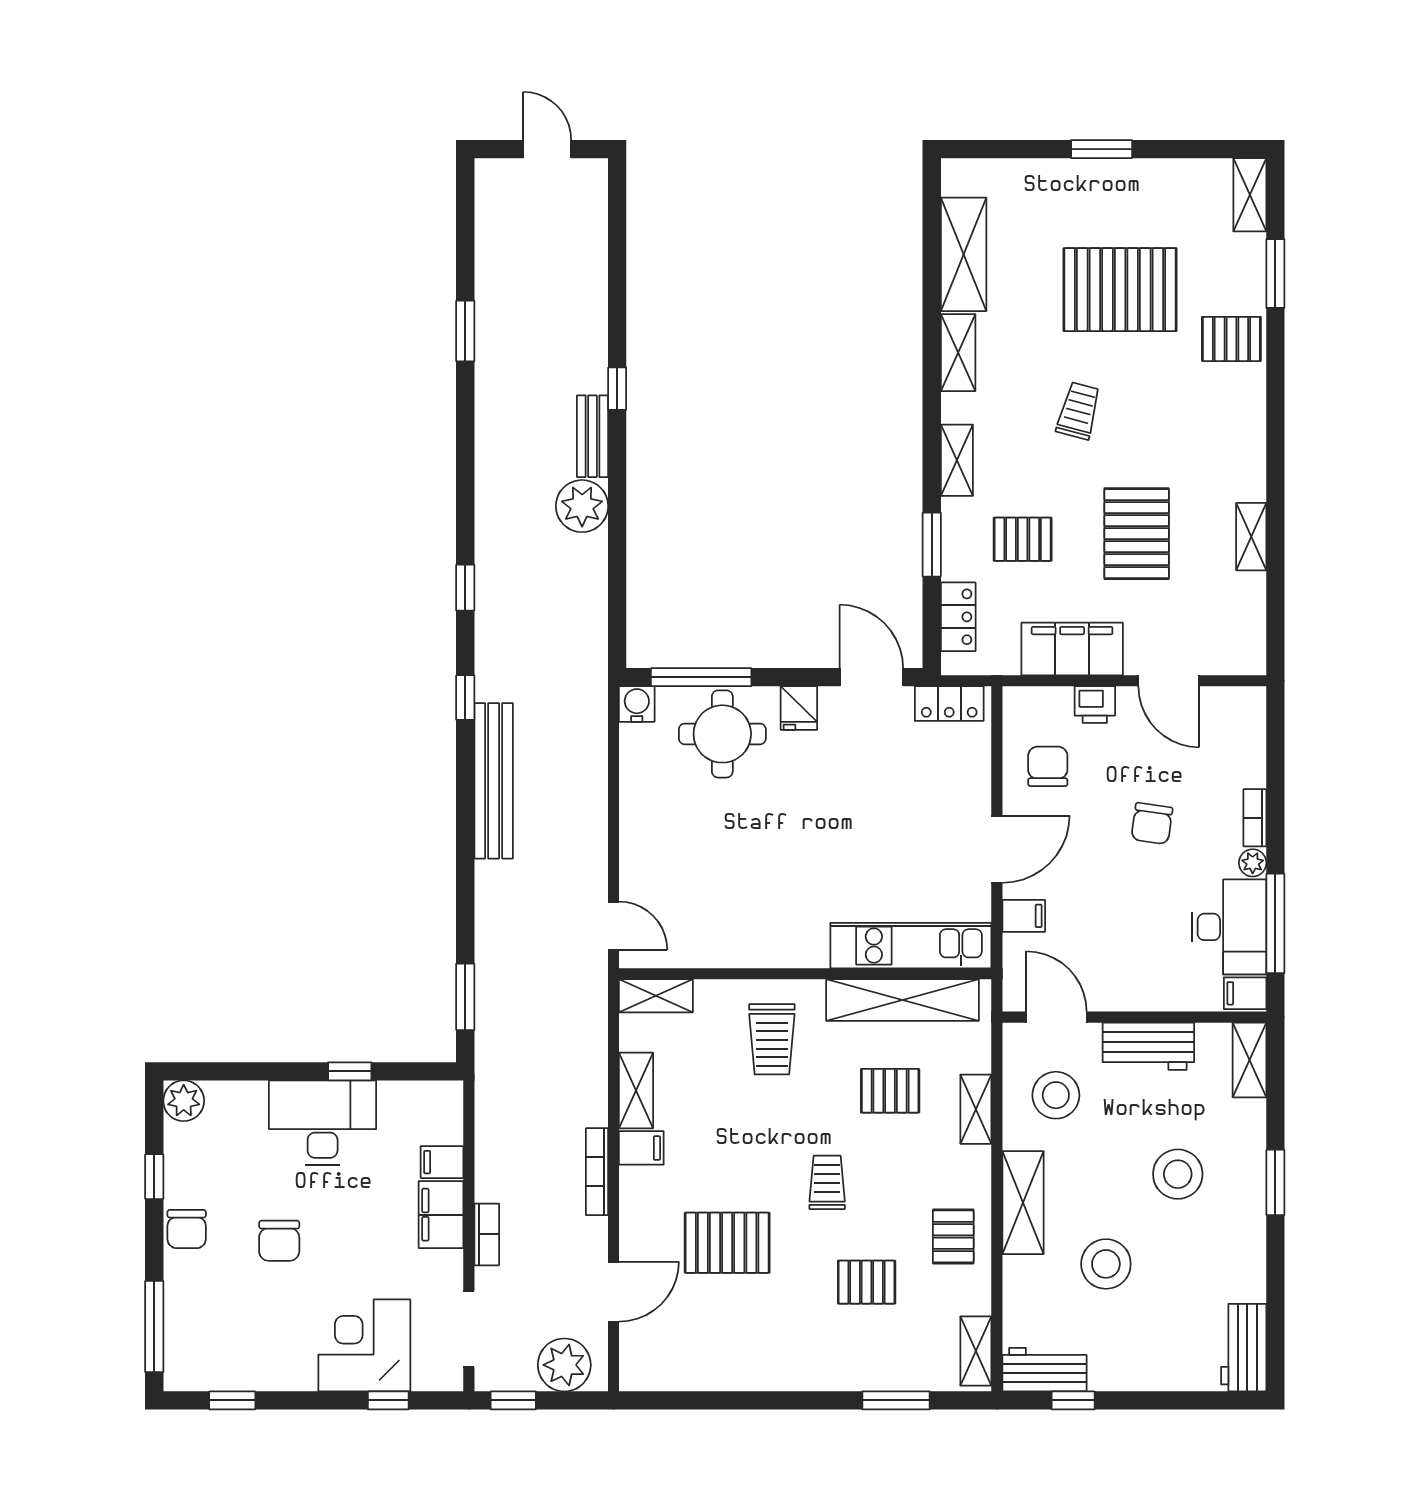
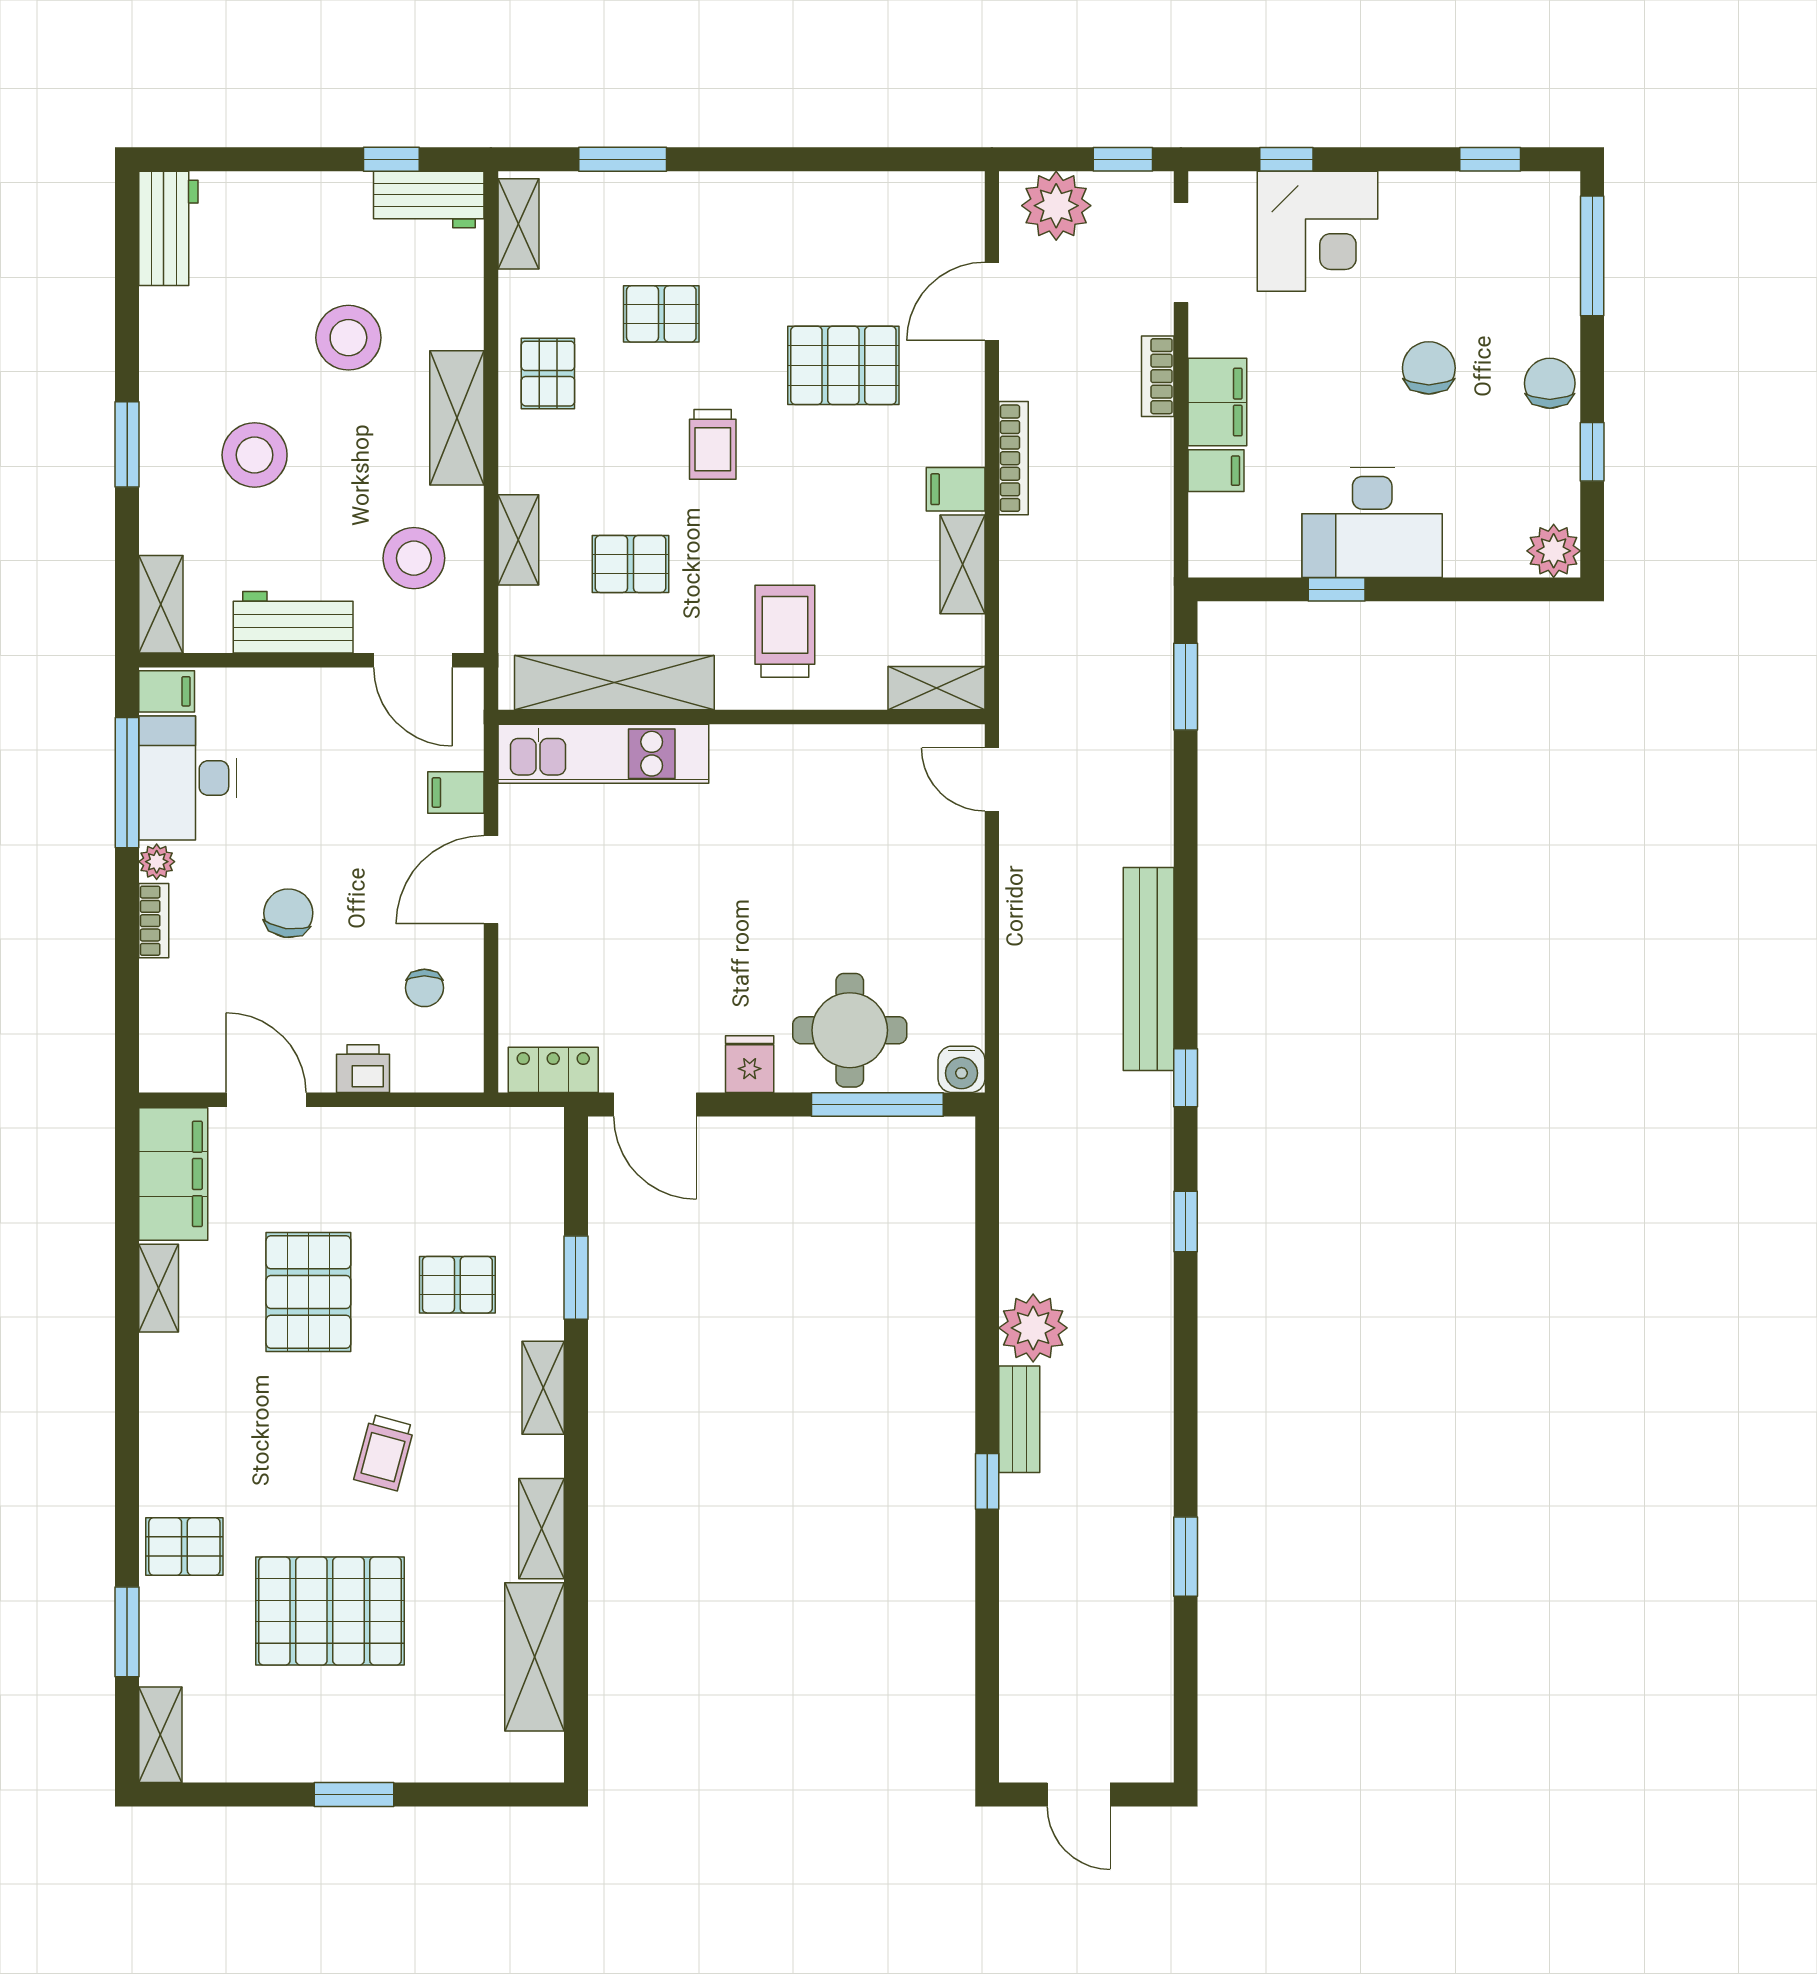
locker: (958, 617) -> (541, 1183), removed
filing cabinet: (1072, 649) -> (173, 1174), moved, turned -90
chair: (1048, 766) -> (424, 988), width x0.73, depth x0.73

